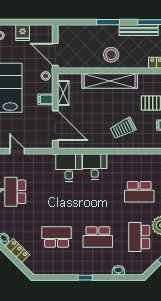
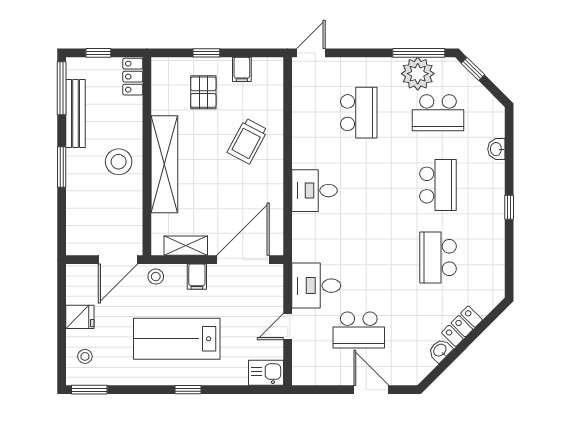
trolley: (123, 128) -> (247, 141), turned 55
desk: (69, 167) -> (316, 286), moved

